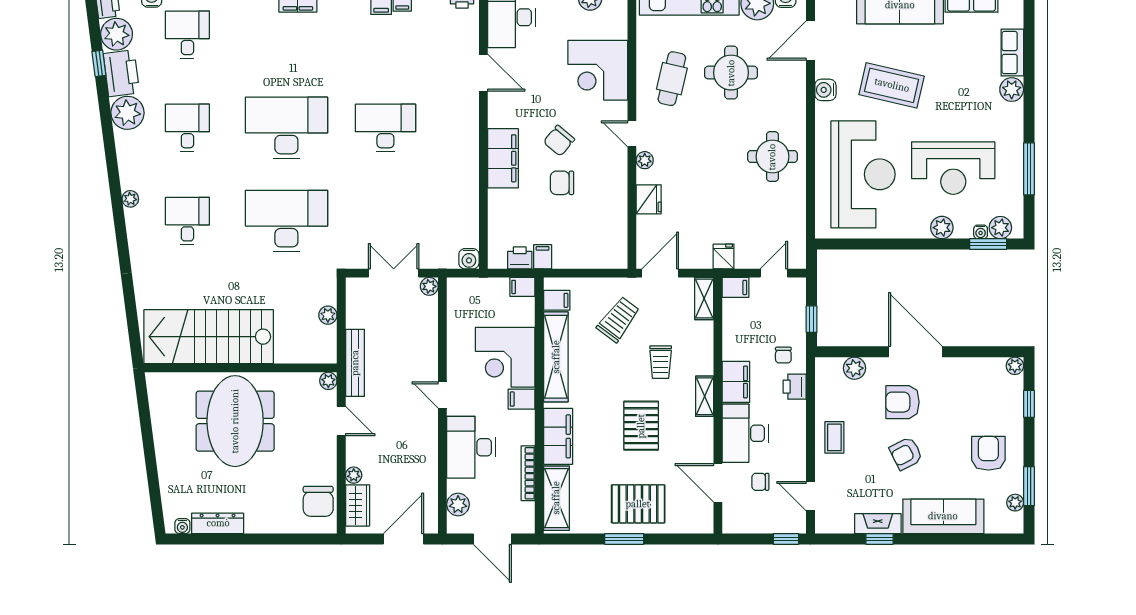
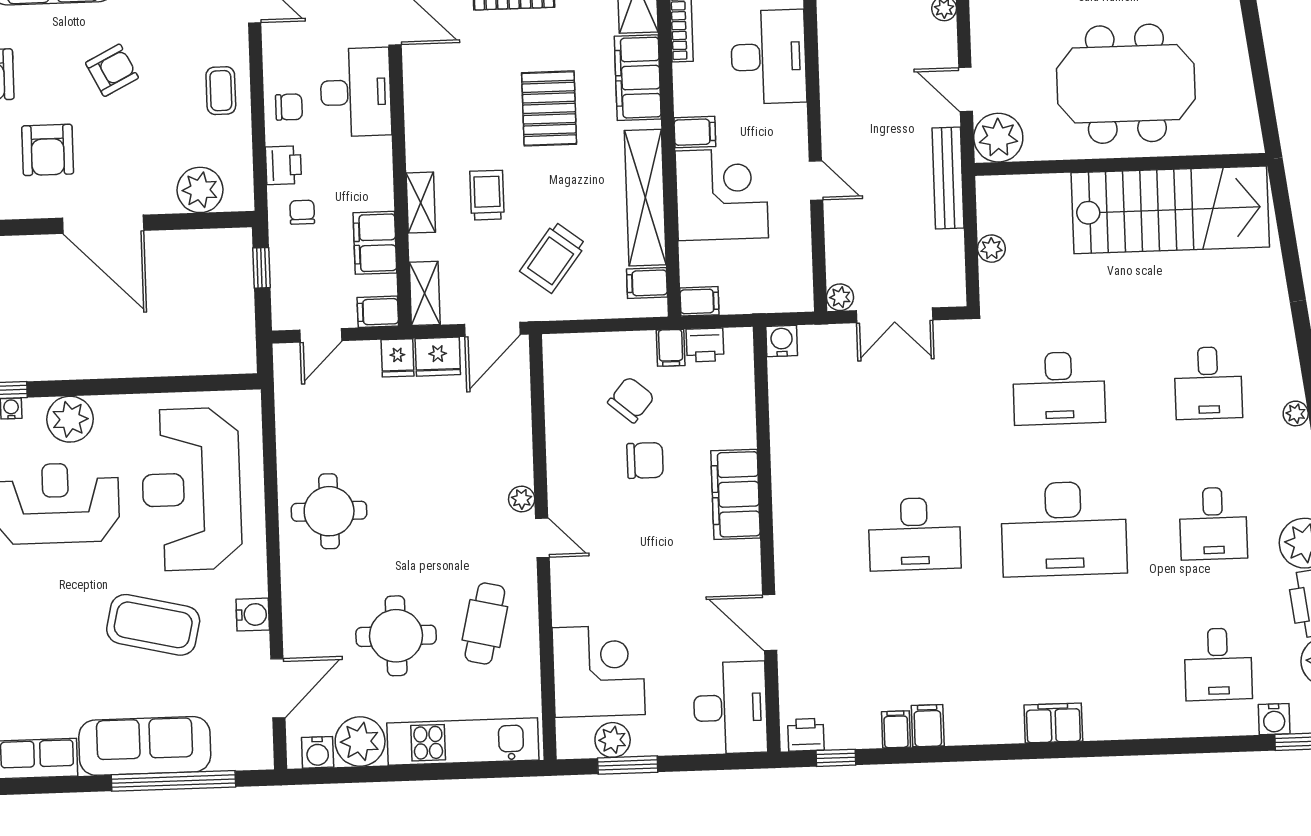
corner desk: (598, 70) -> (599, 671), moved
chair: (559, 141) -> (631, 400), moved
fridge: (649, 199) -> (438, 357), moved, turned -90
desk: (286, 221) -> (1059, 388), width x0.73, depth x0.77
plant: (942, 228) -> (70, 419), width x1.36, depth x1.36
plant: (854, 368) -> (200, 190), width x1.36, depth x1.36
plant: (328, 381) -> (998, 138), width x1.88, depth x1.88
filing cabinet: (736, 382) -> (375, 243), moved
door: (442, 395) -> (816, 181), moved
shelving: (705, 396) -> (421, 203), moved
armchair: (902, 402) -> (48, 150), moved, turned 90
meeting table: (235, 421) -> (1126, 84), turned 90
pallet: (641, 426) -> (549, 108), moved
chair: (760, 482) -> (289, 107), moved

